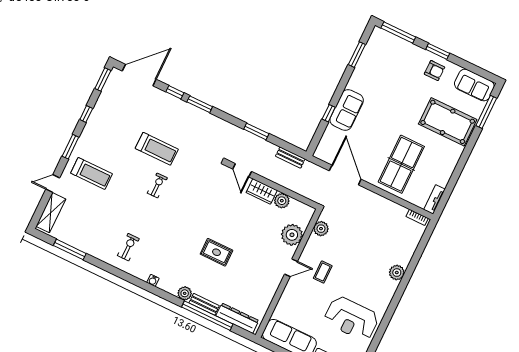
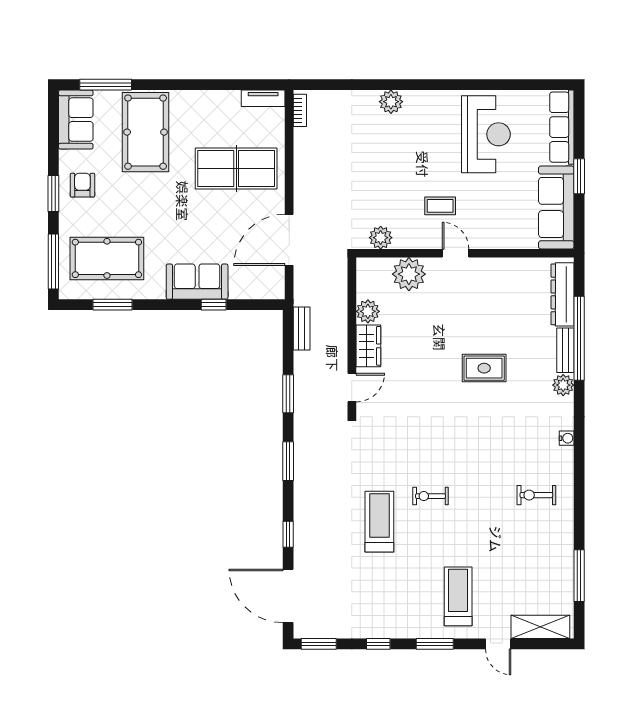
pool table: (385, 64) -> (107, 258), added
window: (200, 104) -> (288, 461), moved
rug: (216, 252) -> (484, 368), turned 90

